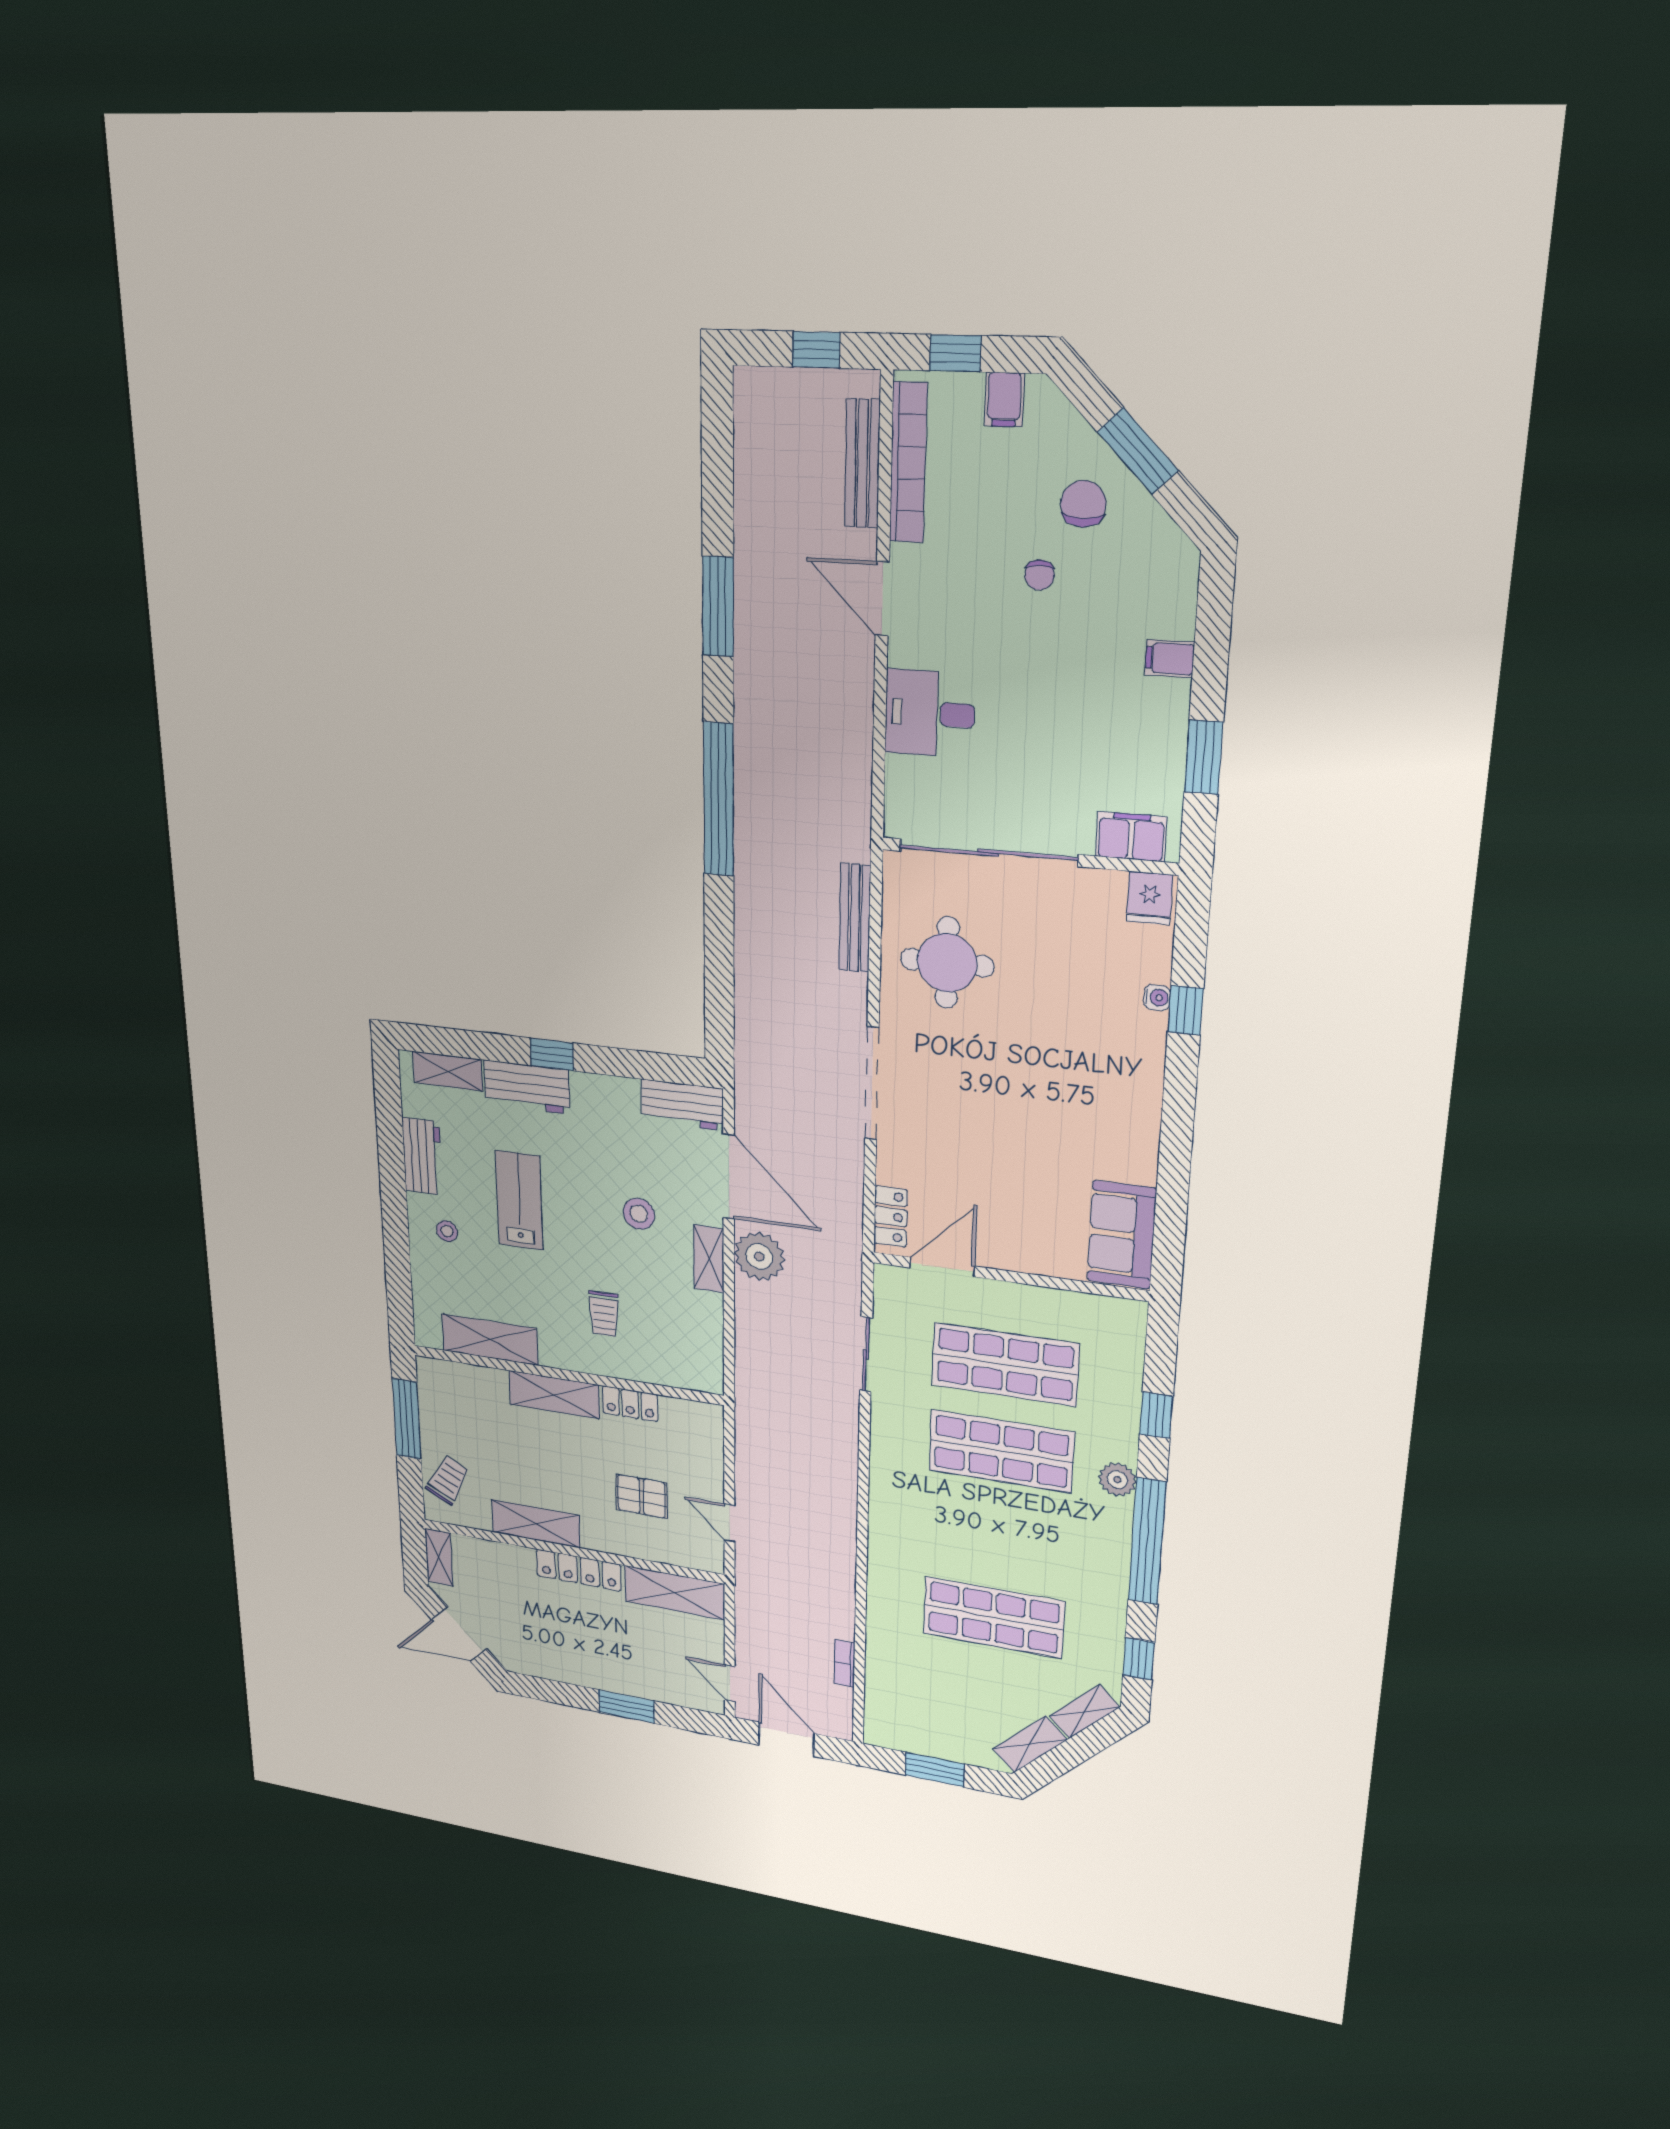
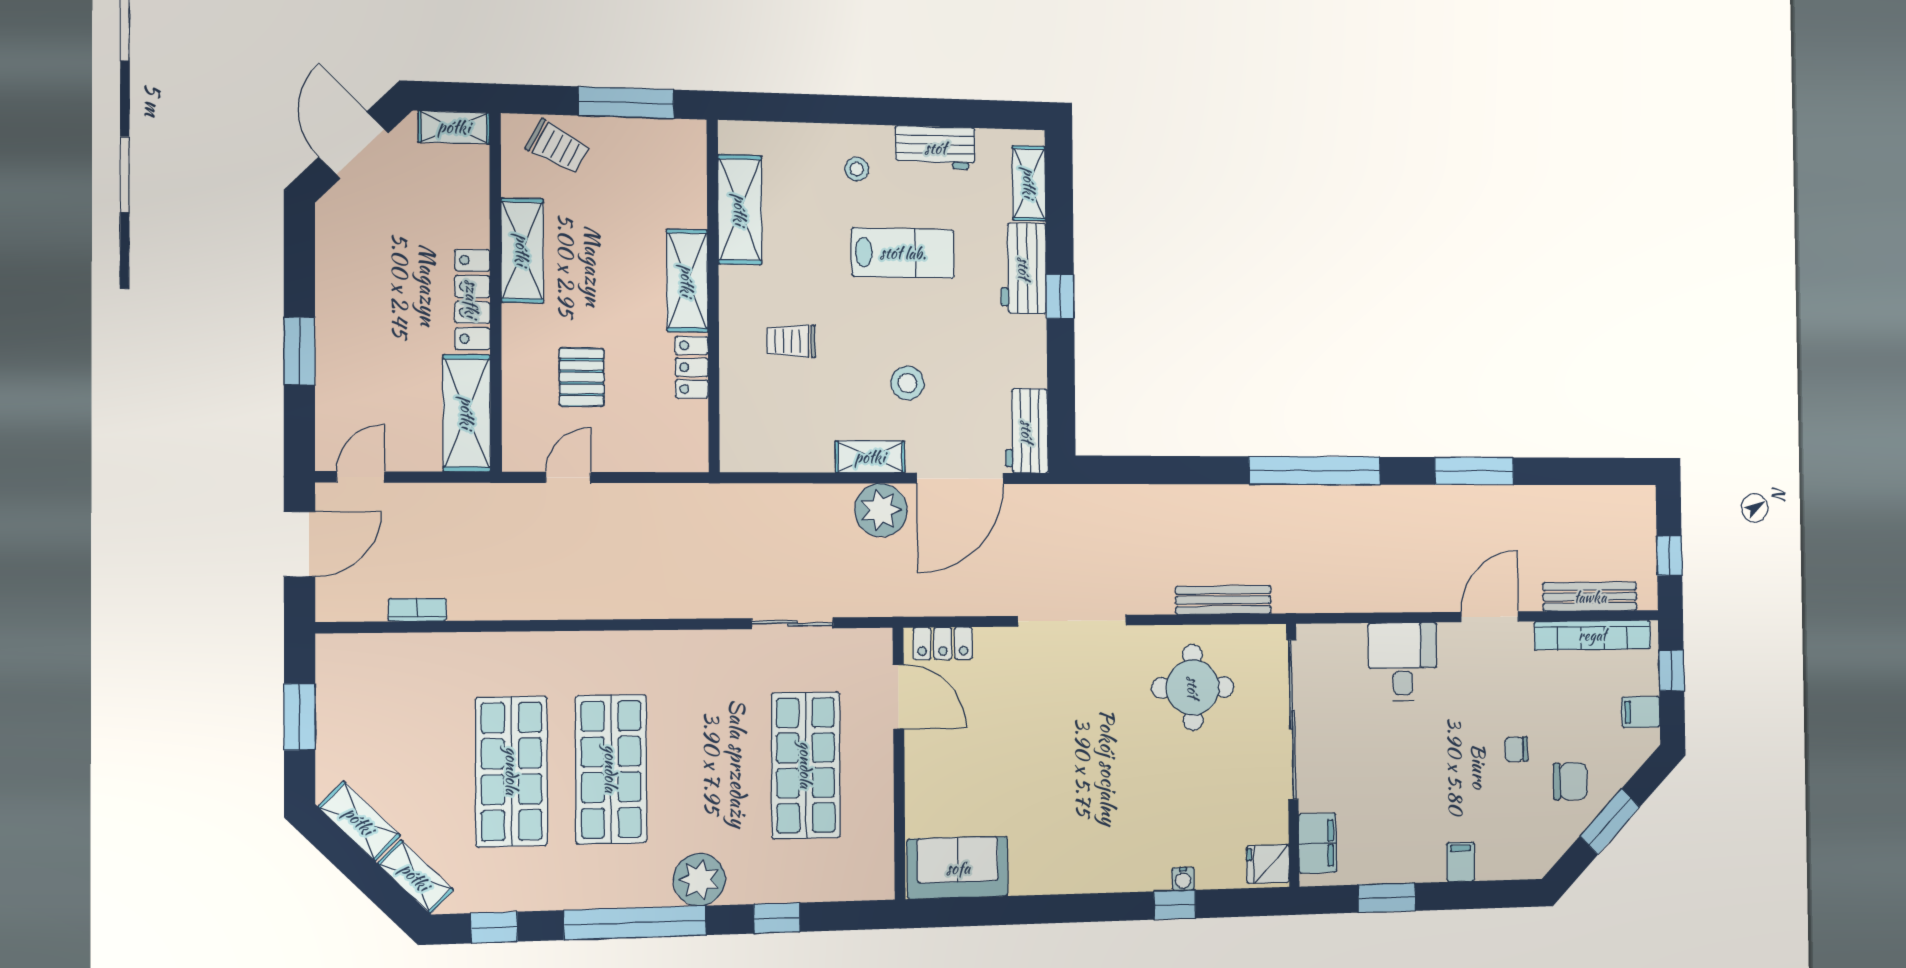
shop shelf: (1001, 1451) -> (611, 769), moved
plant: (1117, 1480) -> (699, 880), width x1.36, depth x1.36

